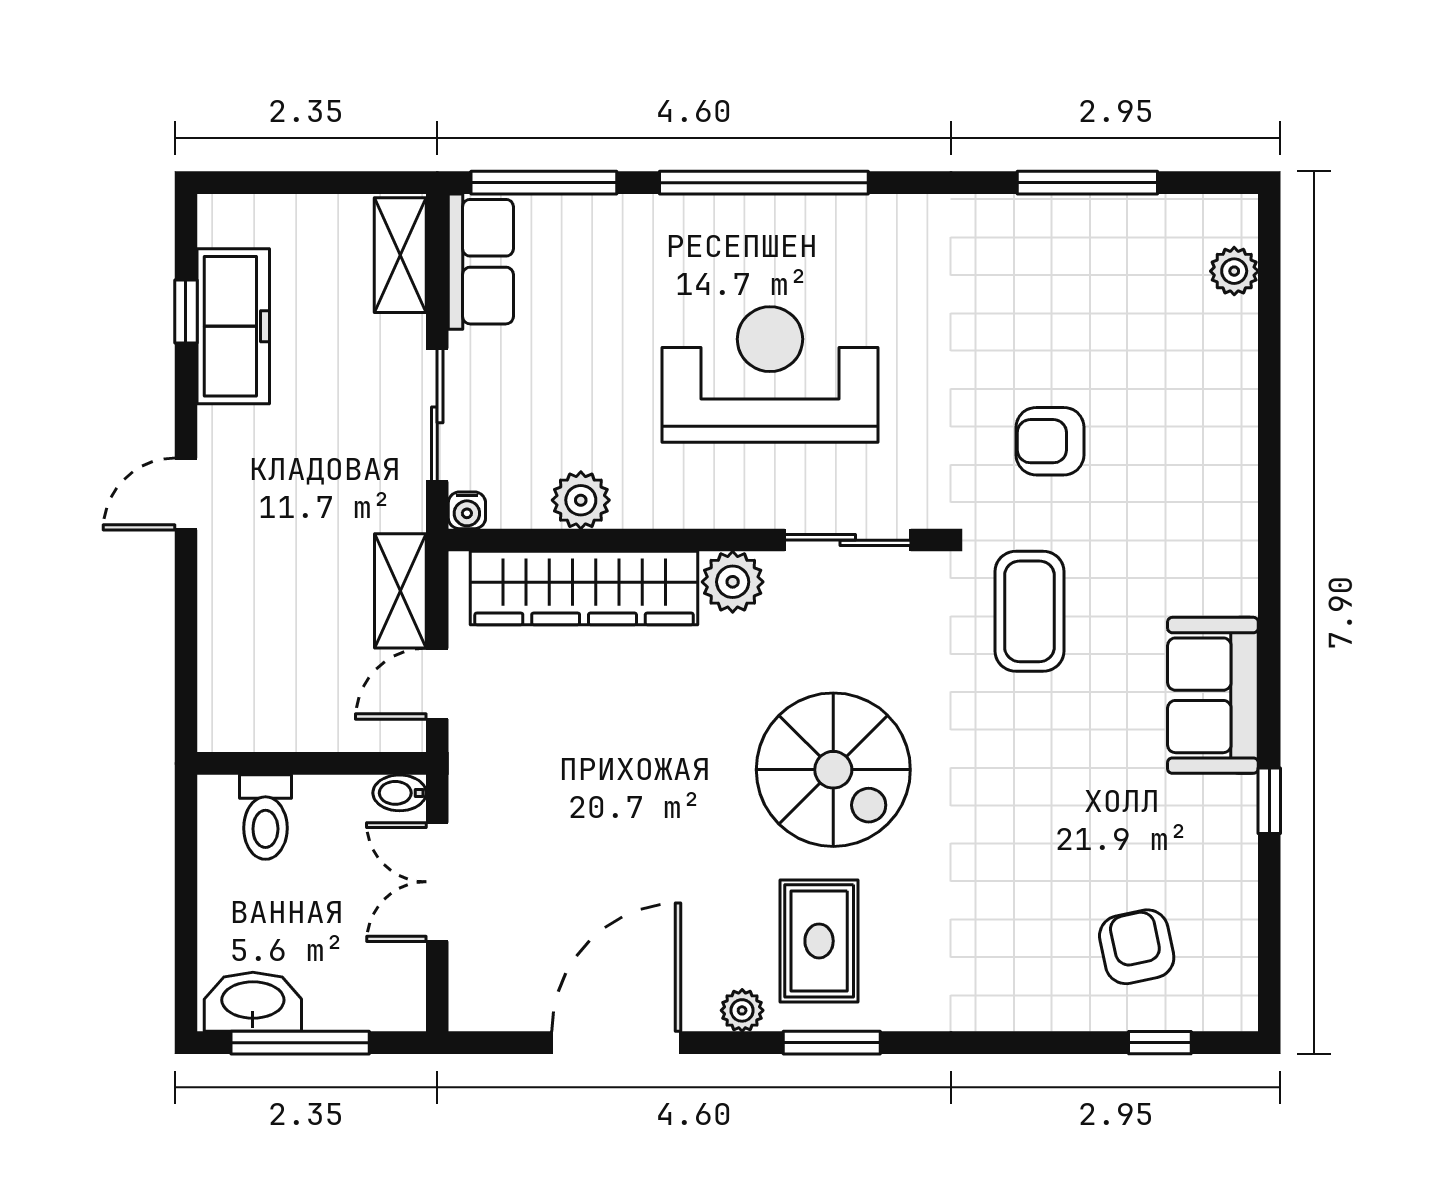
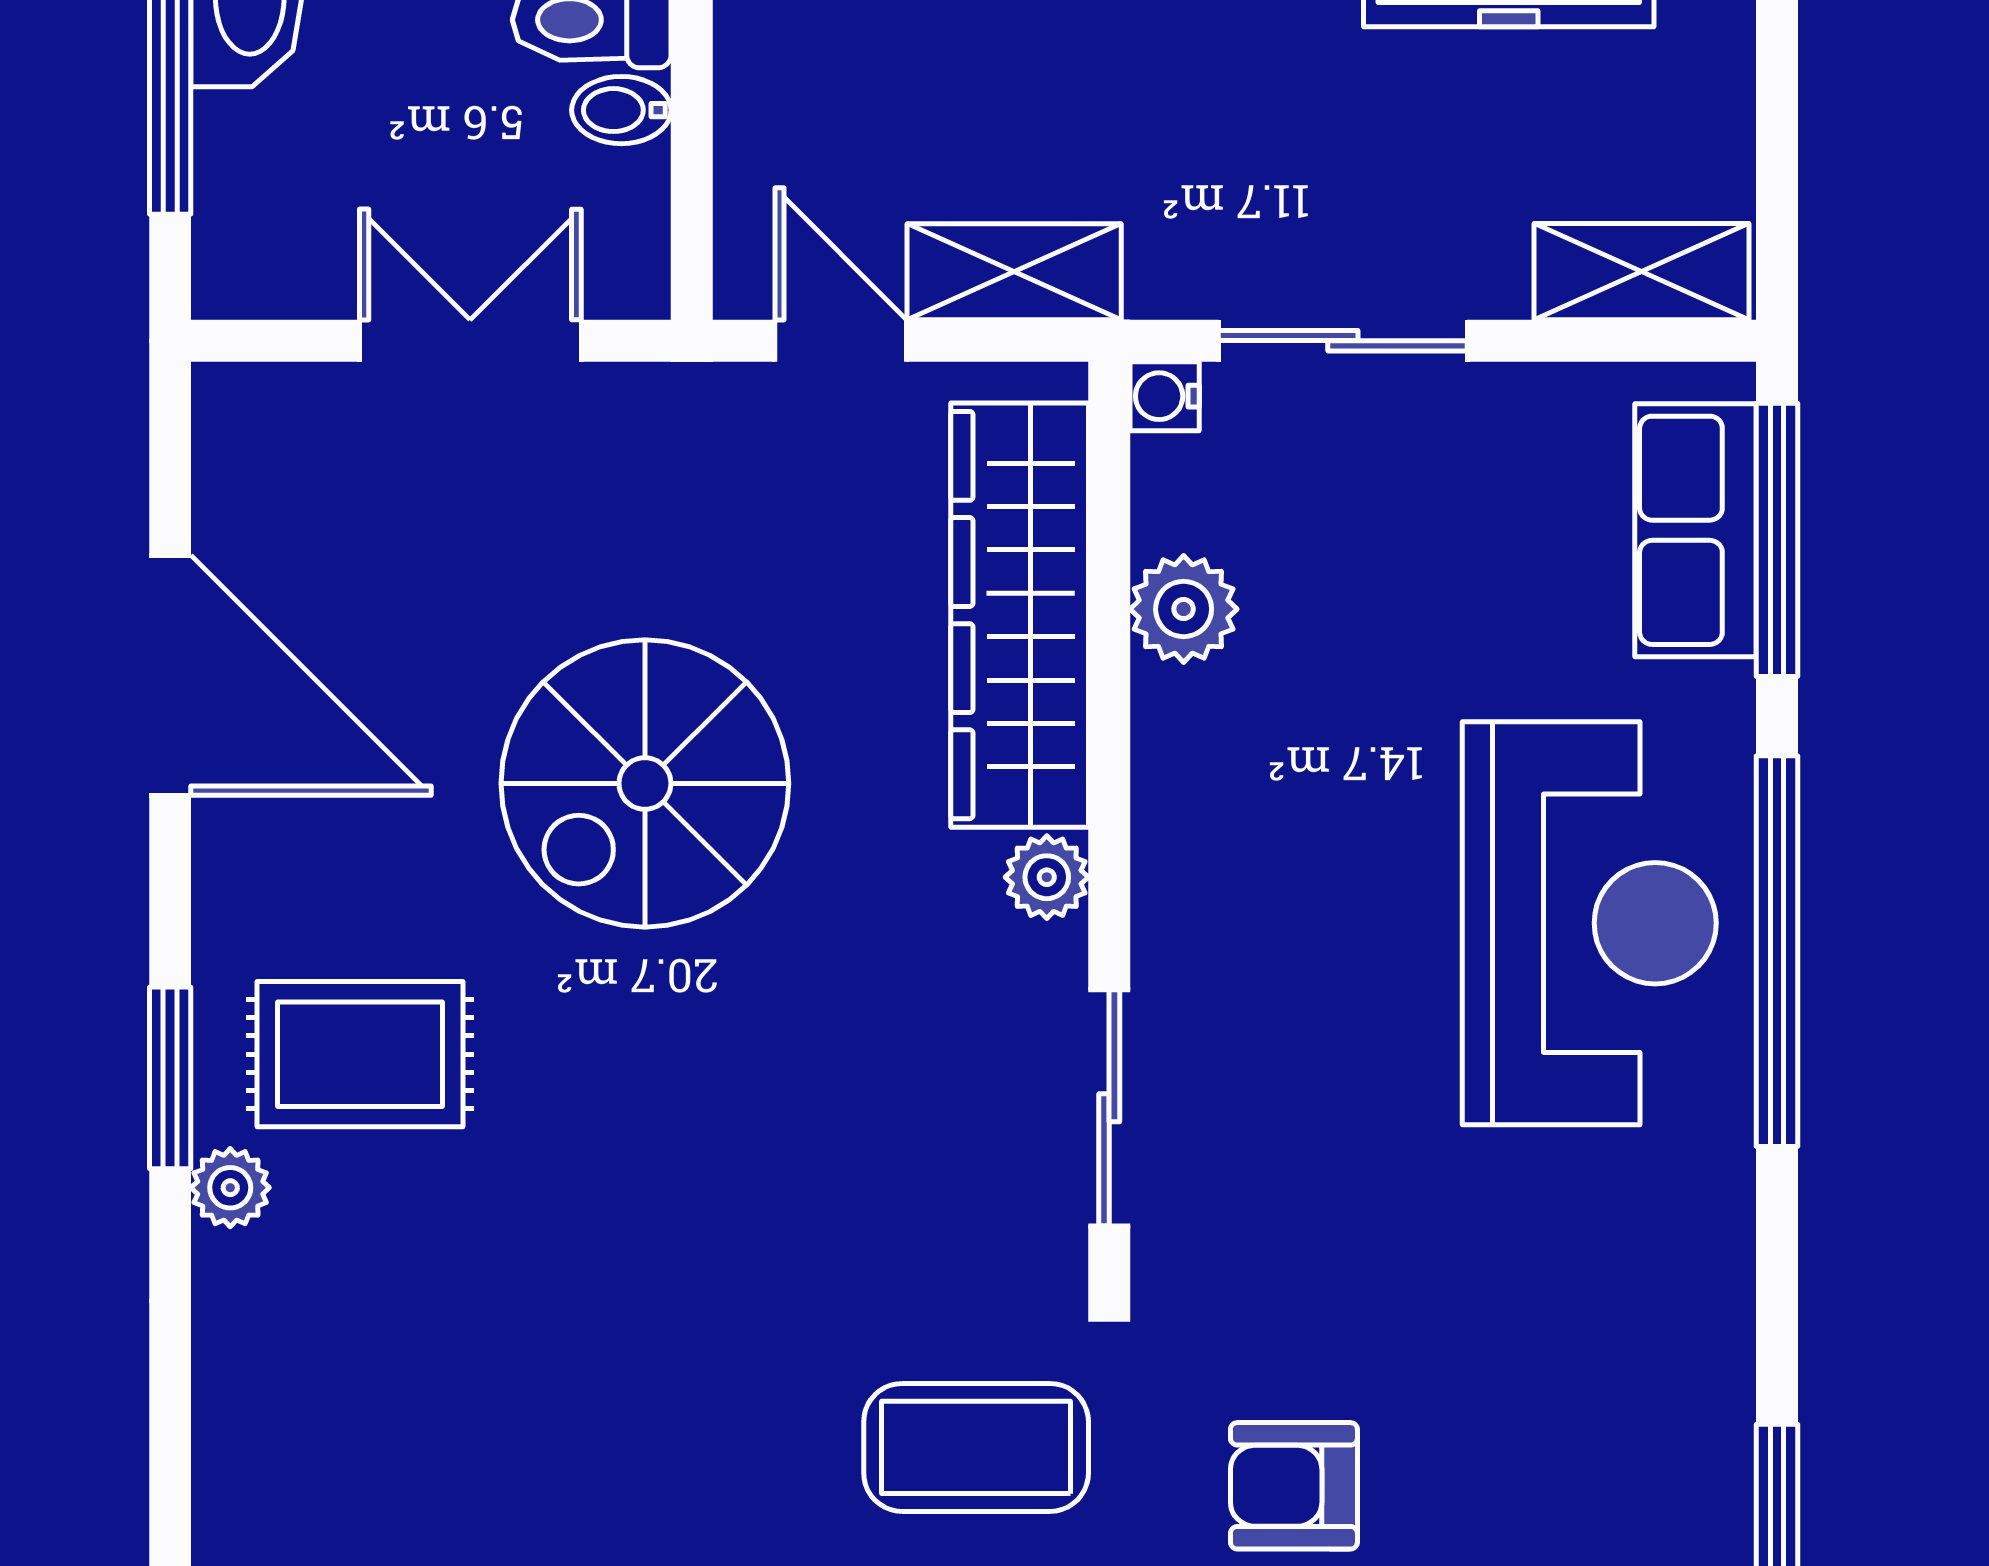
row of seats: (481, 262) -> (1695, 530), moved, turned 90
reception desk: (770, 374) -> (1589, 923), moved
armchair: (1050, 441) -> (1294, 1486), turned -90
plant: (733, 582) -> (1047, 877), width x0.73, depth x0.73
spiral stairs: (833, 770) -> (645, 783), moved
bidet: (400, 793) -> (621, 110), moved, turned -90
plant: (742, 1010) -> (230, 1188), moved

